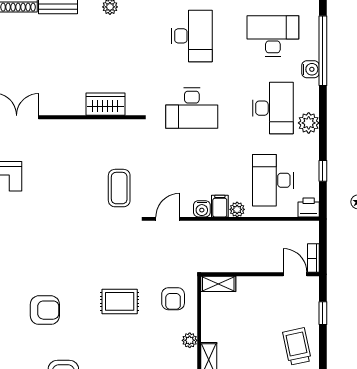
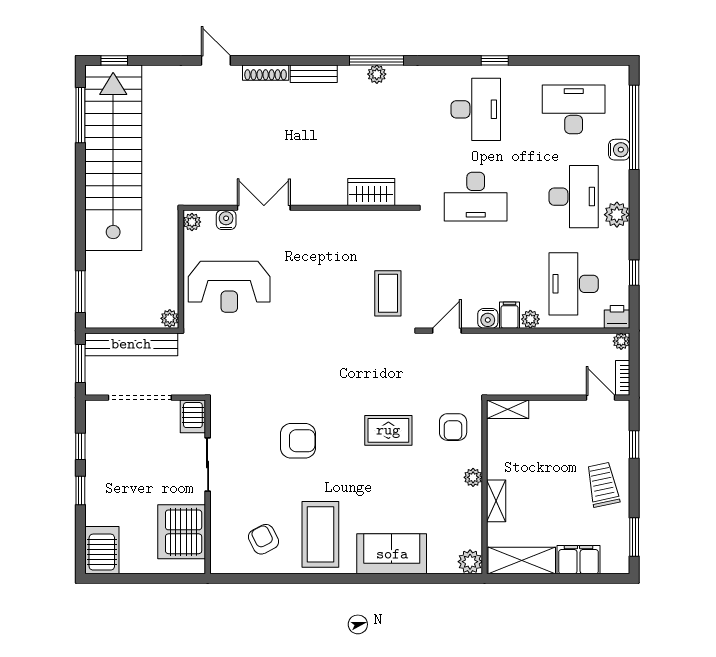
plant: (312, 228) -> (621, 341), added

